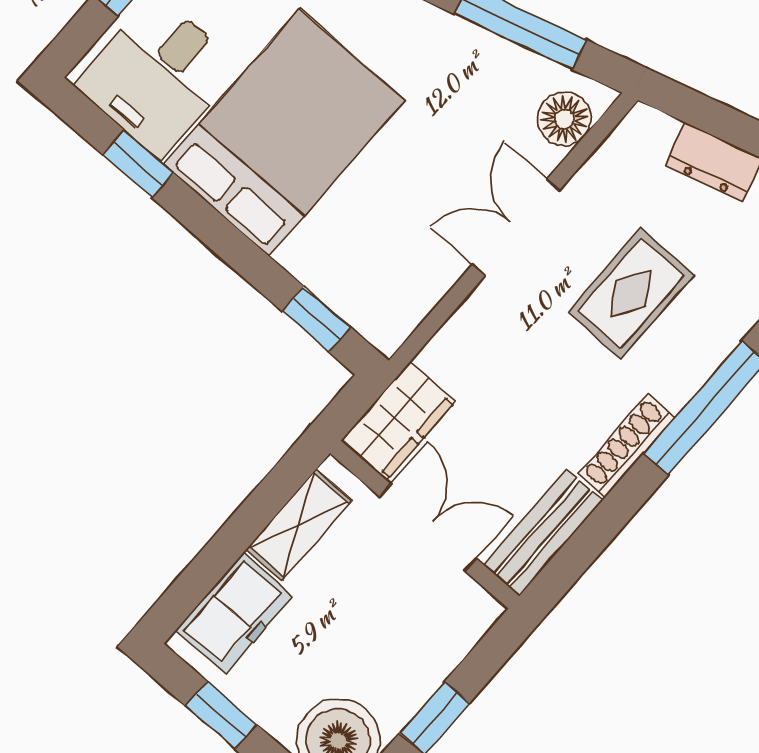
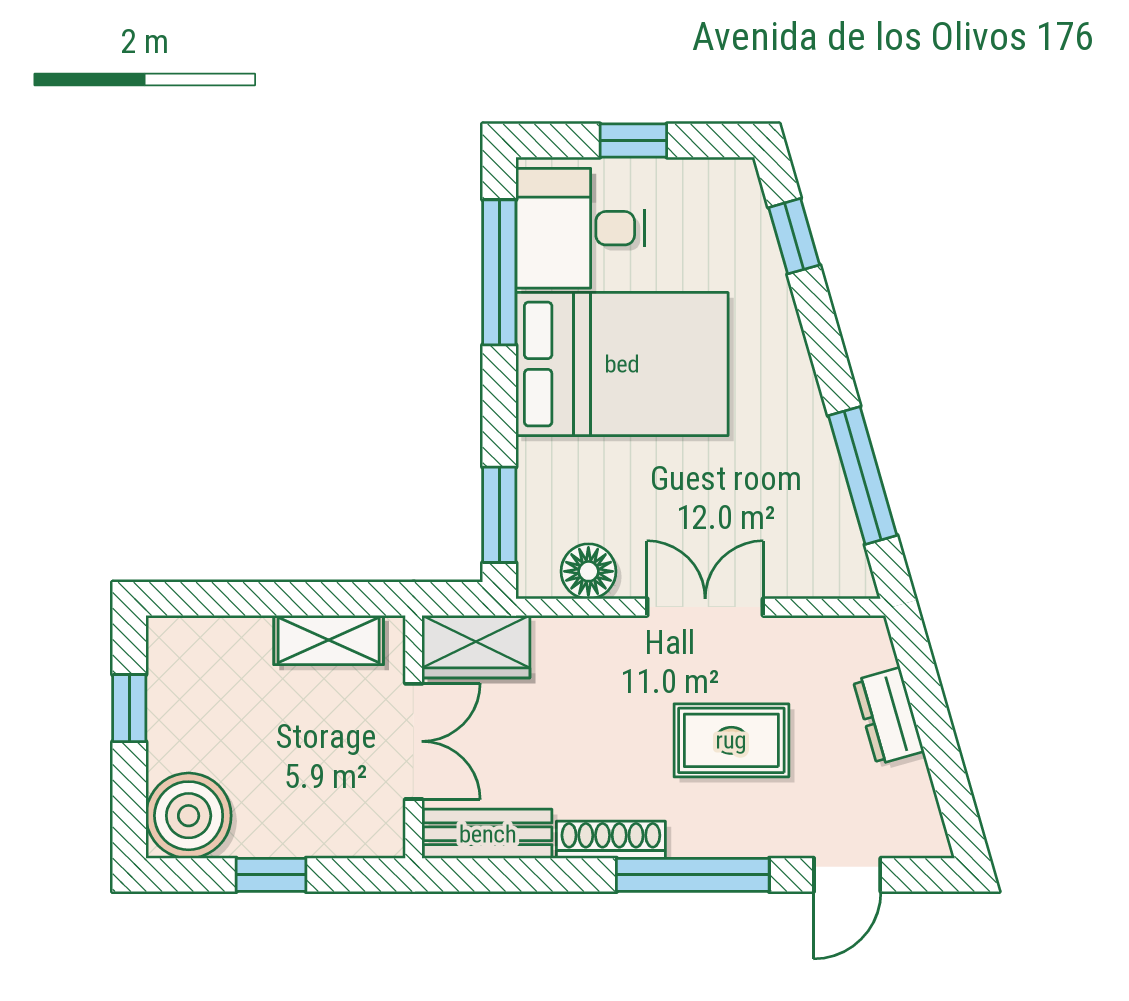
floor lamp: (564, 119) -> (588, 571), moved
window: (138, 164) -> (499, 272), width x2.17
window: (316, 319) -> (499, 515), width x1.50
freezer: (234, 613) -> (217, 649), removed

